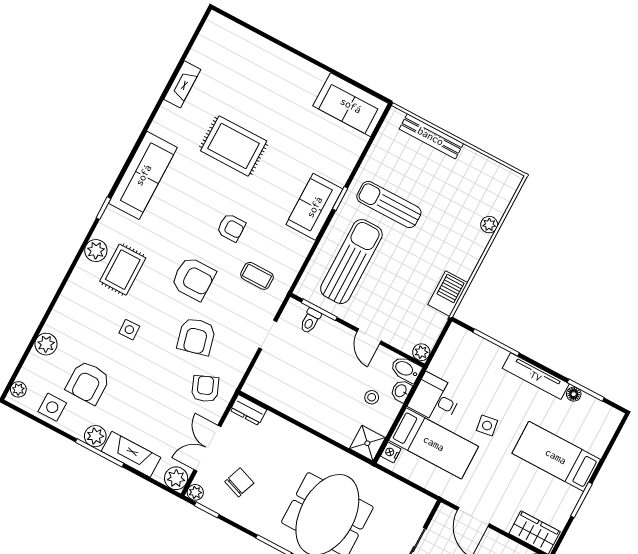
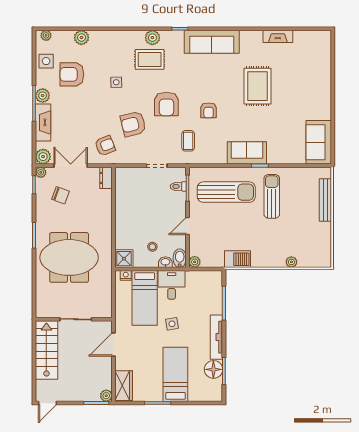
floor lamp: (574, 394) -> (213, 369), width x1.89, depth x1.89

